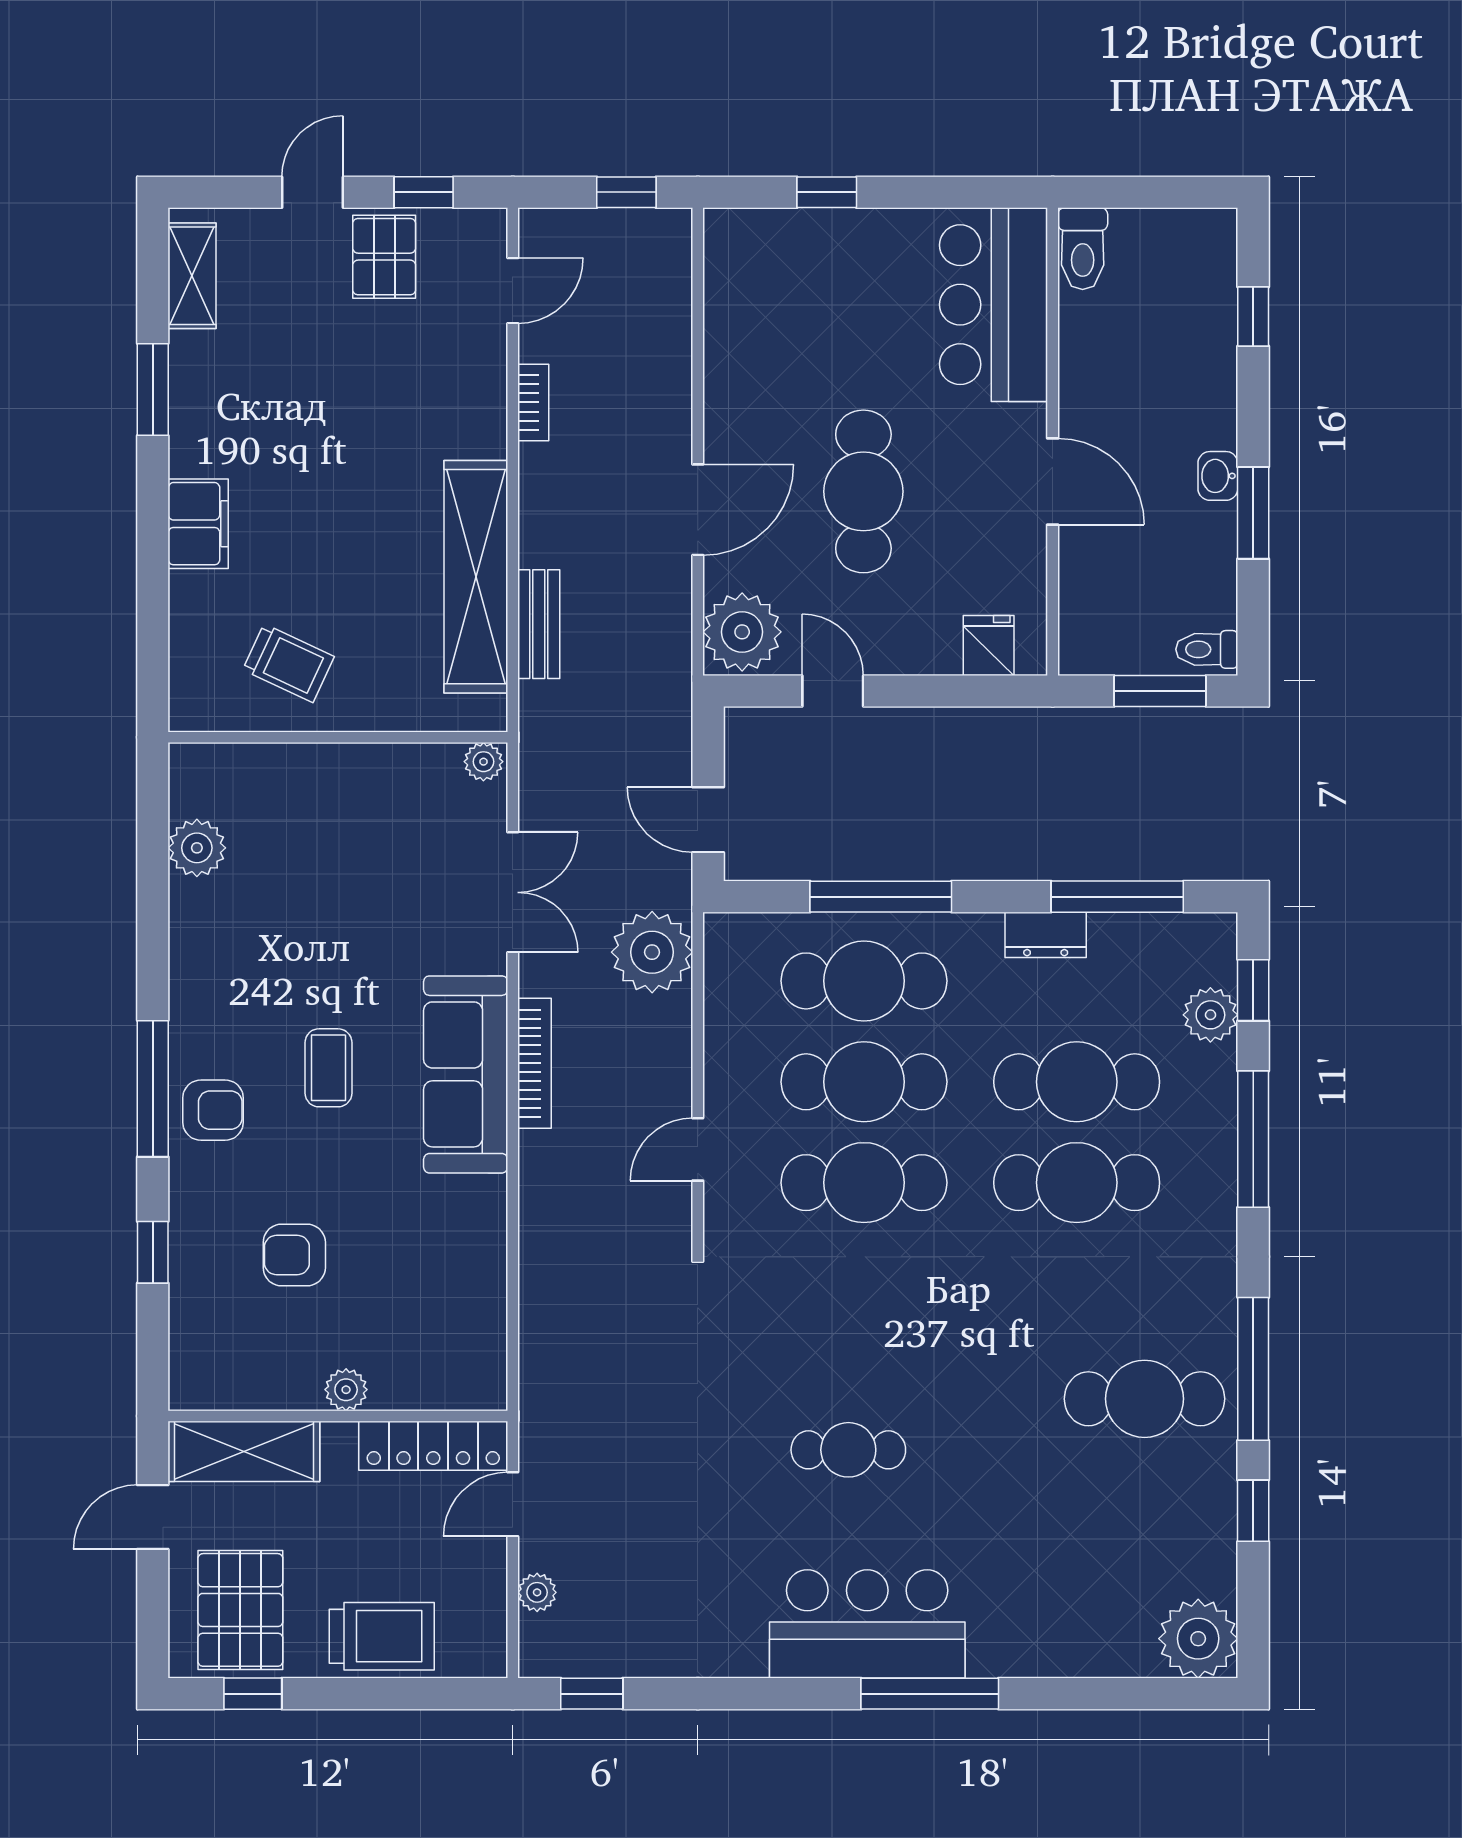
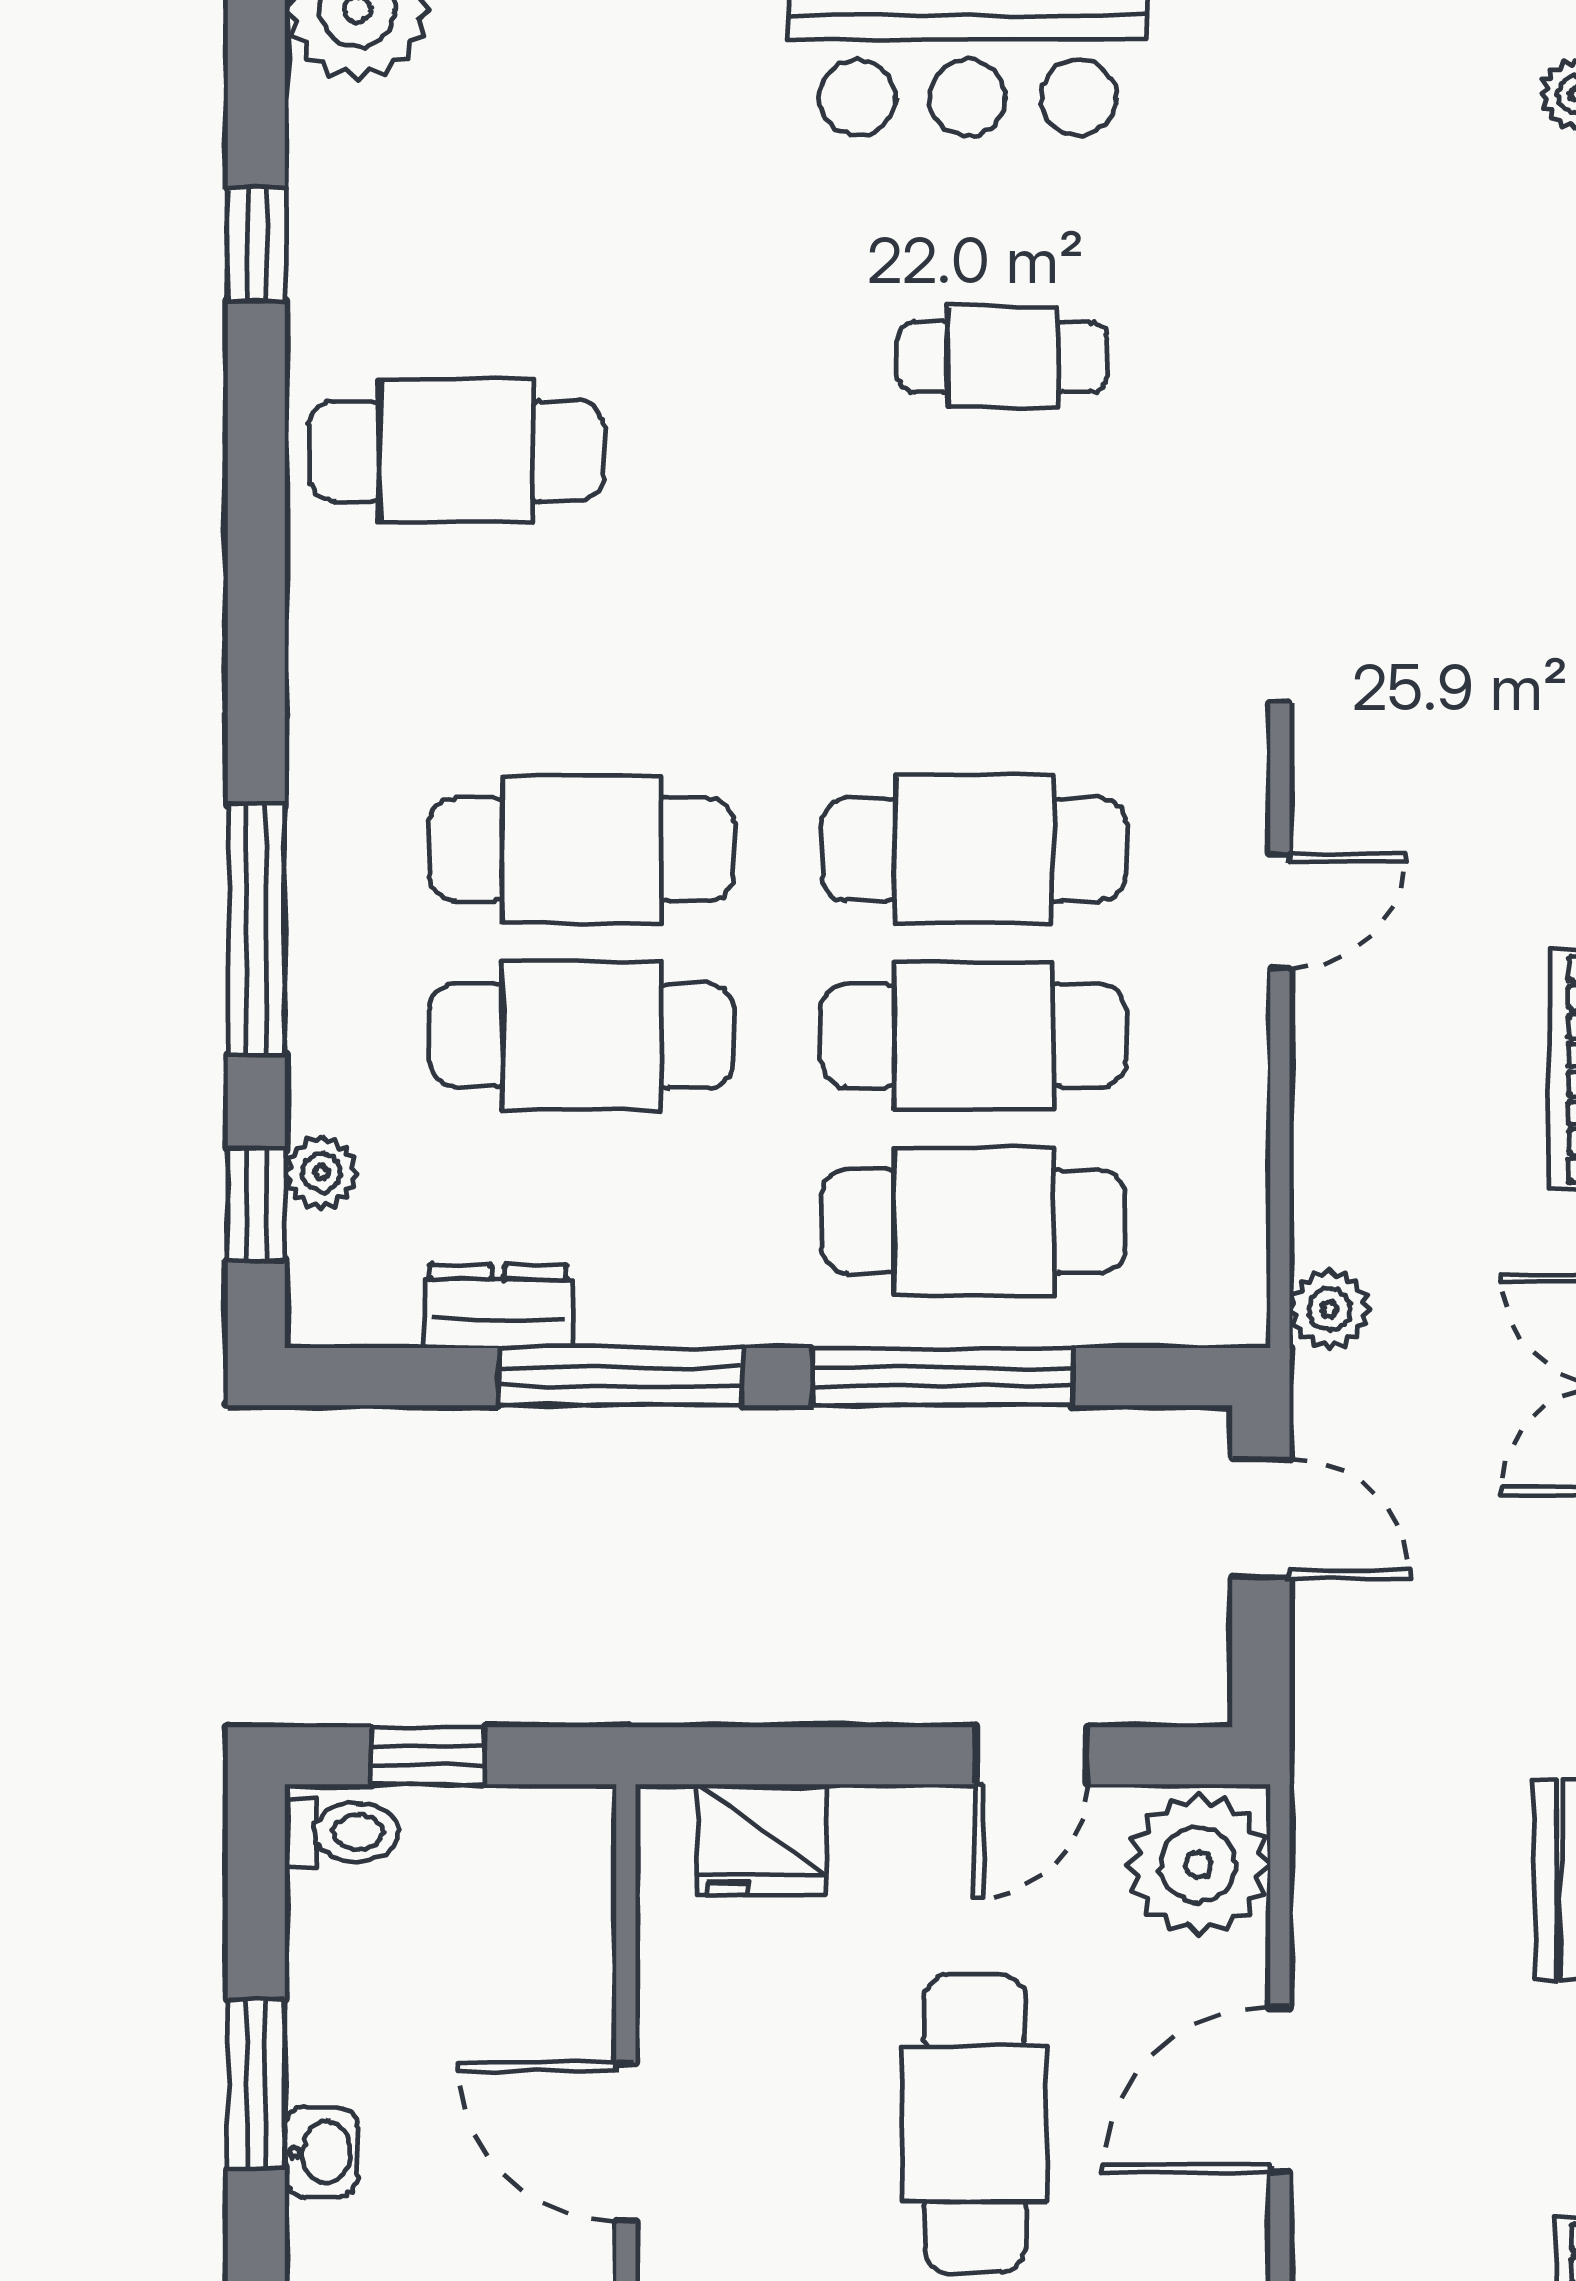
fridge: (989, 645) -> (762, 1840), width x1.38
door: (833, 691) -> (1031, 1756), hinge flipped
window: (1160, 691) -> (428, 1756), width x0.67
window: (1117, 897) -> (620, 1377), moved
dresser: (1046, 935) -> (498, 1306), moved
plant: (652, 952) -> (1329, 1309), width x0.53, depth x0.53
plant: (1210, 1015) -> (321, 1173), width x0.73, depth x0.73
window: (1253, 1369) -> (256, 506), removed

